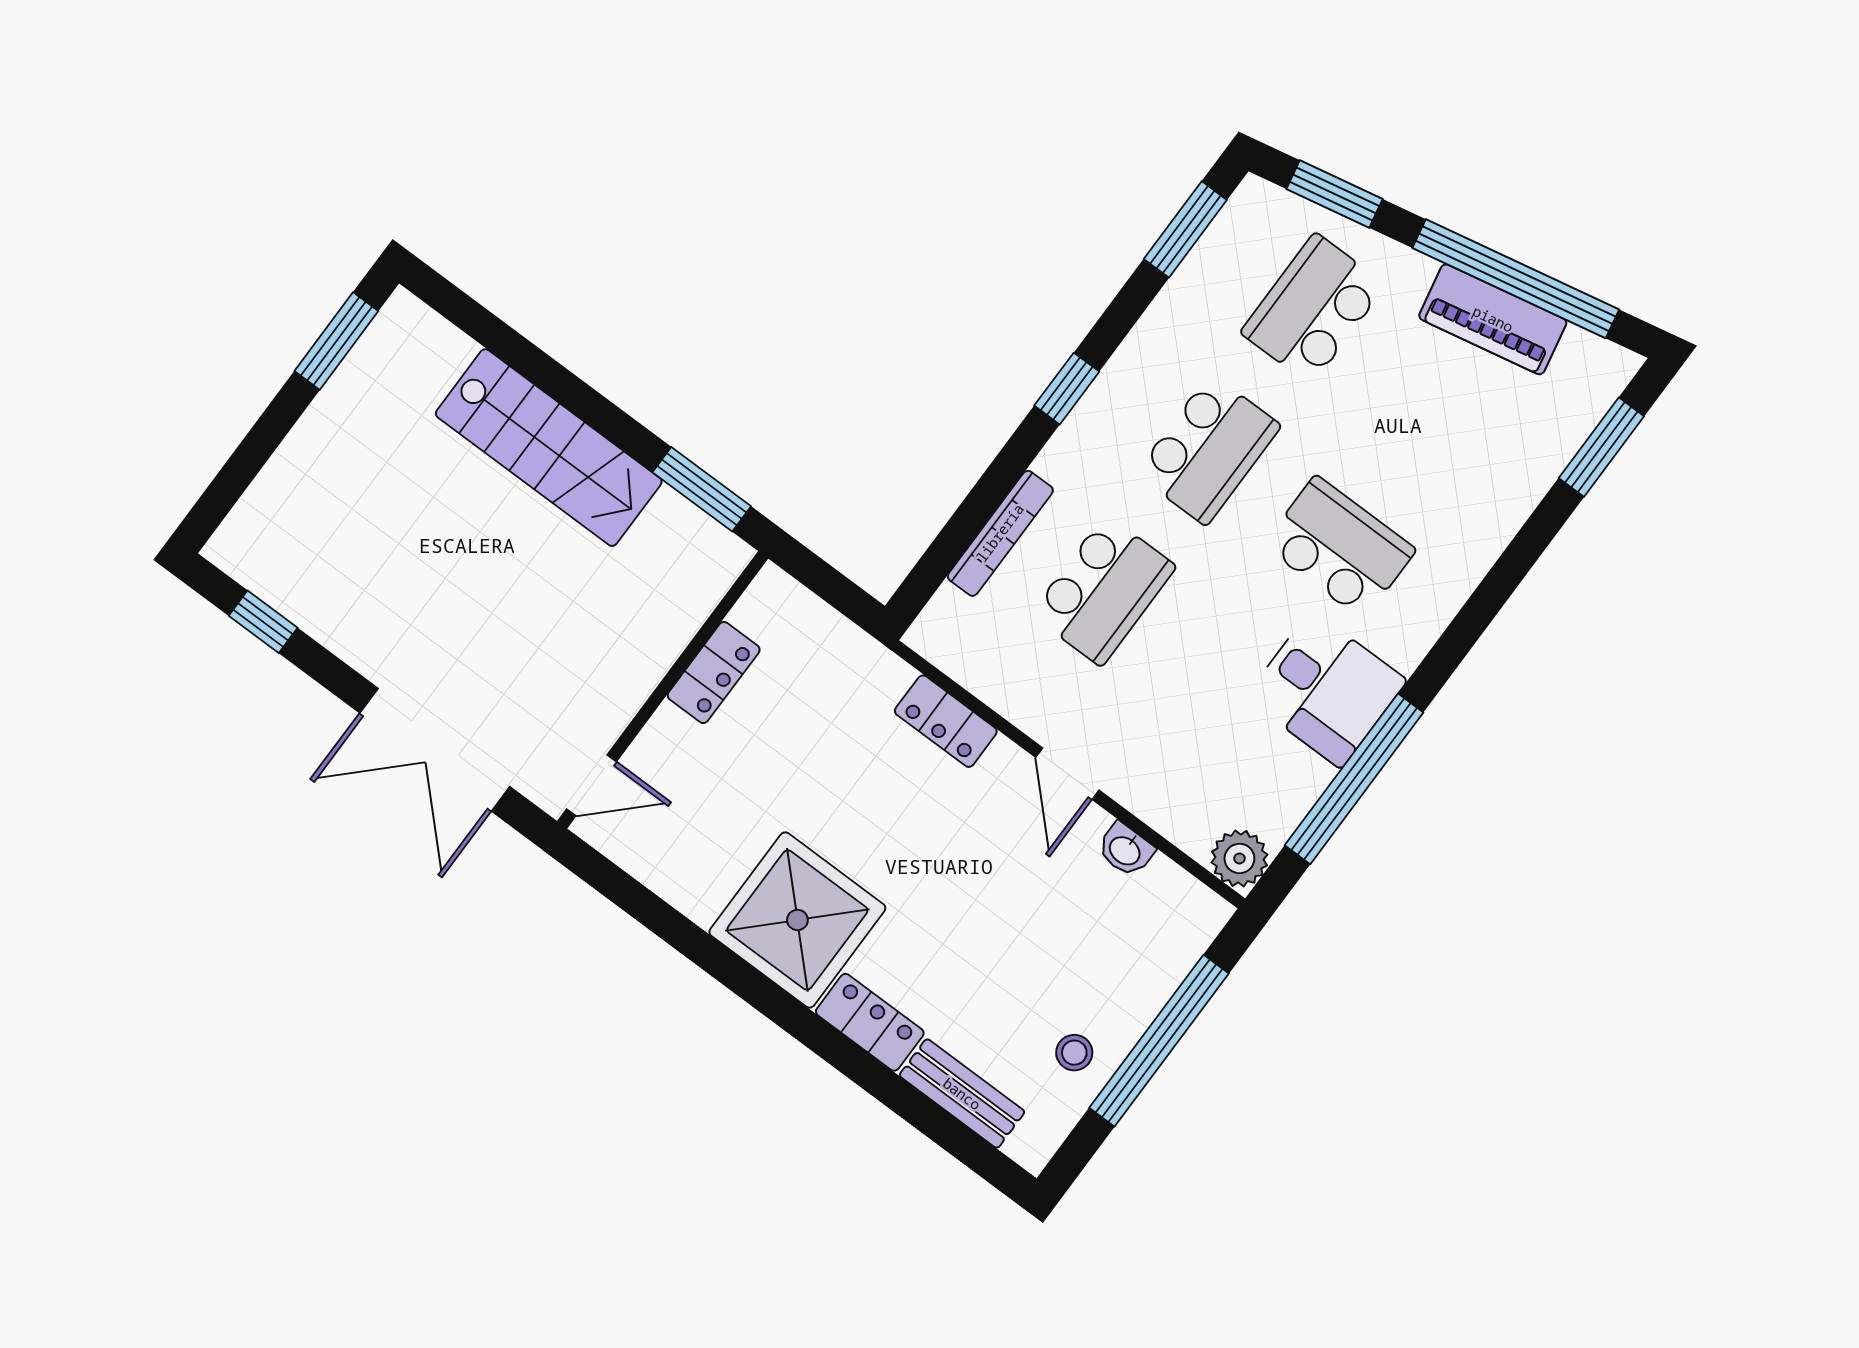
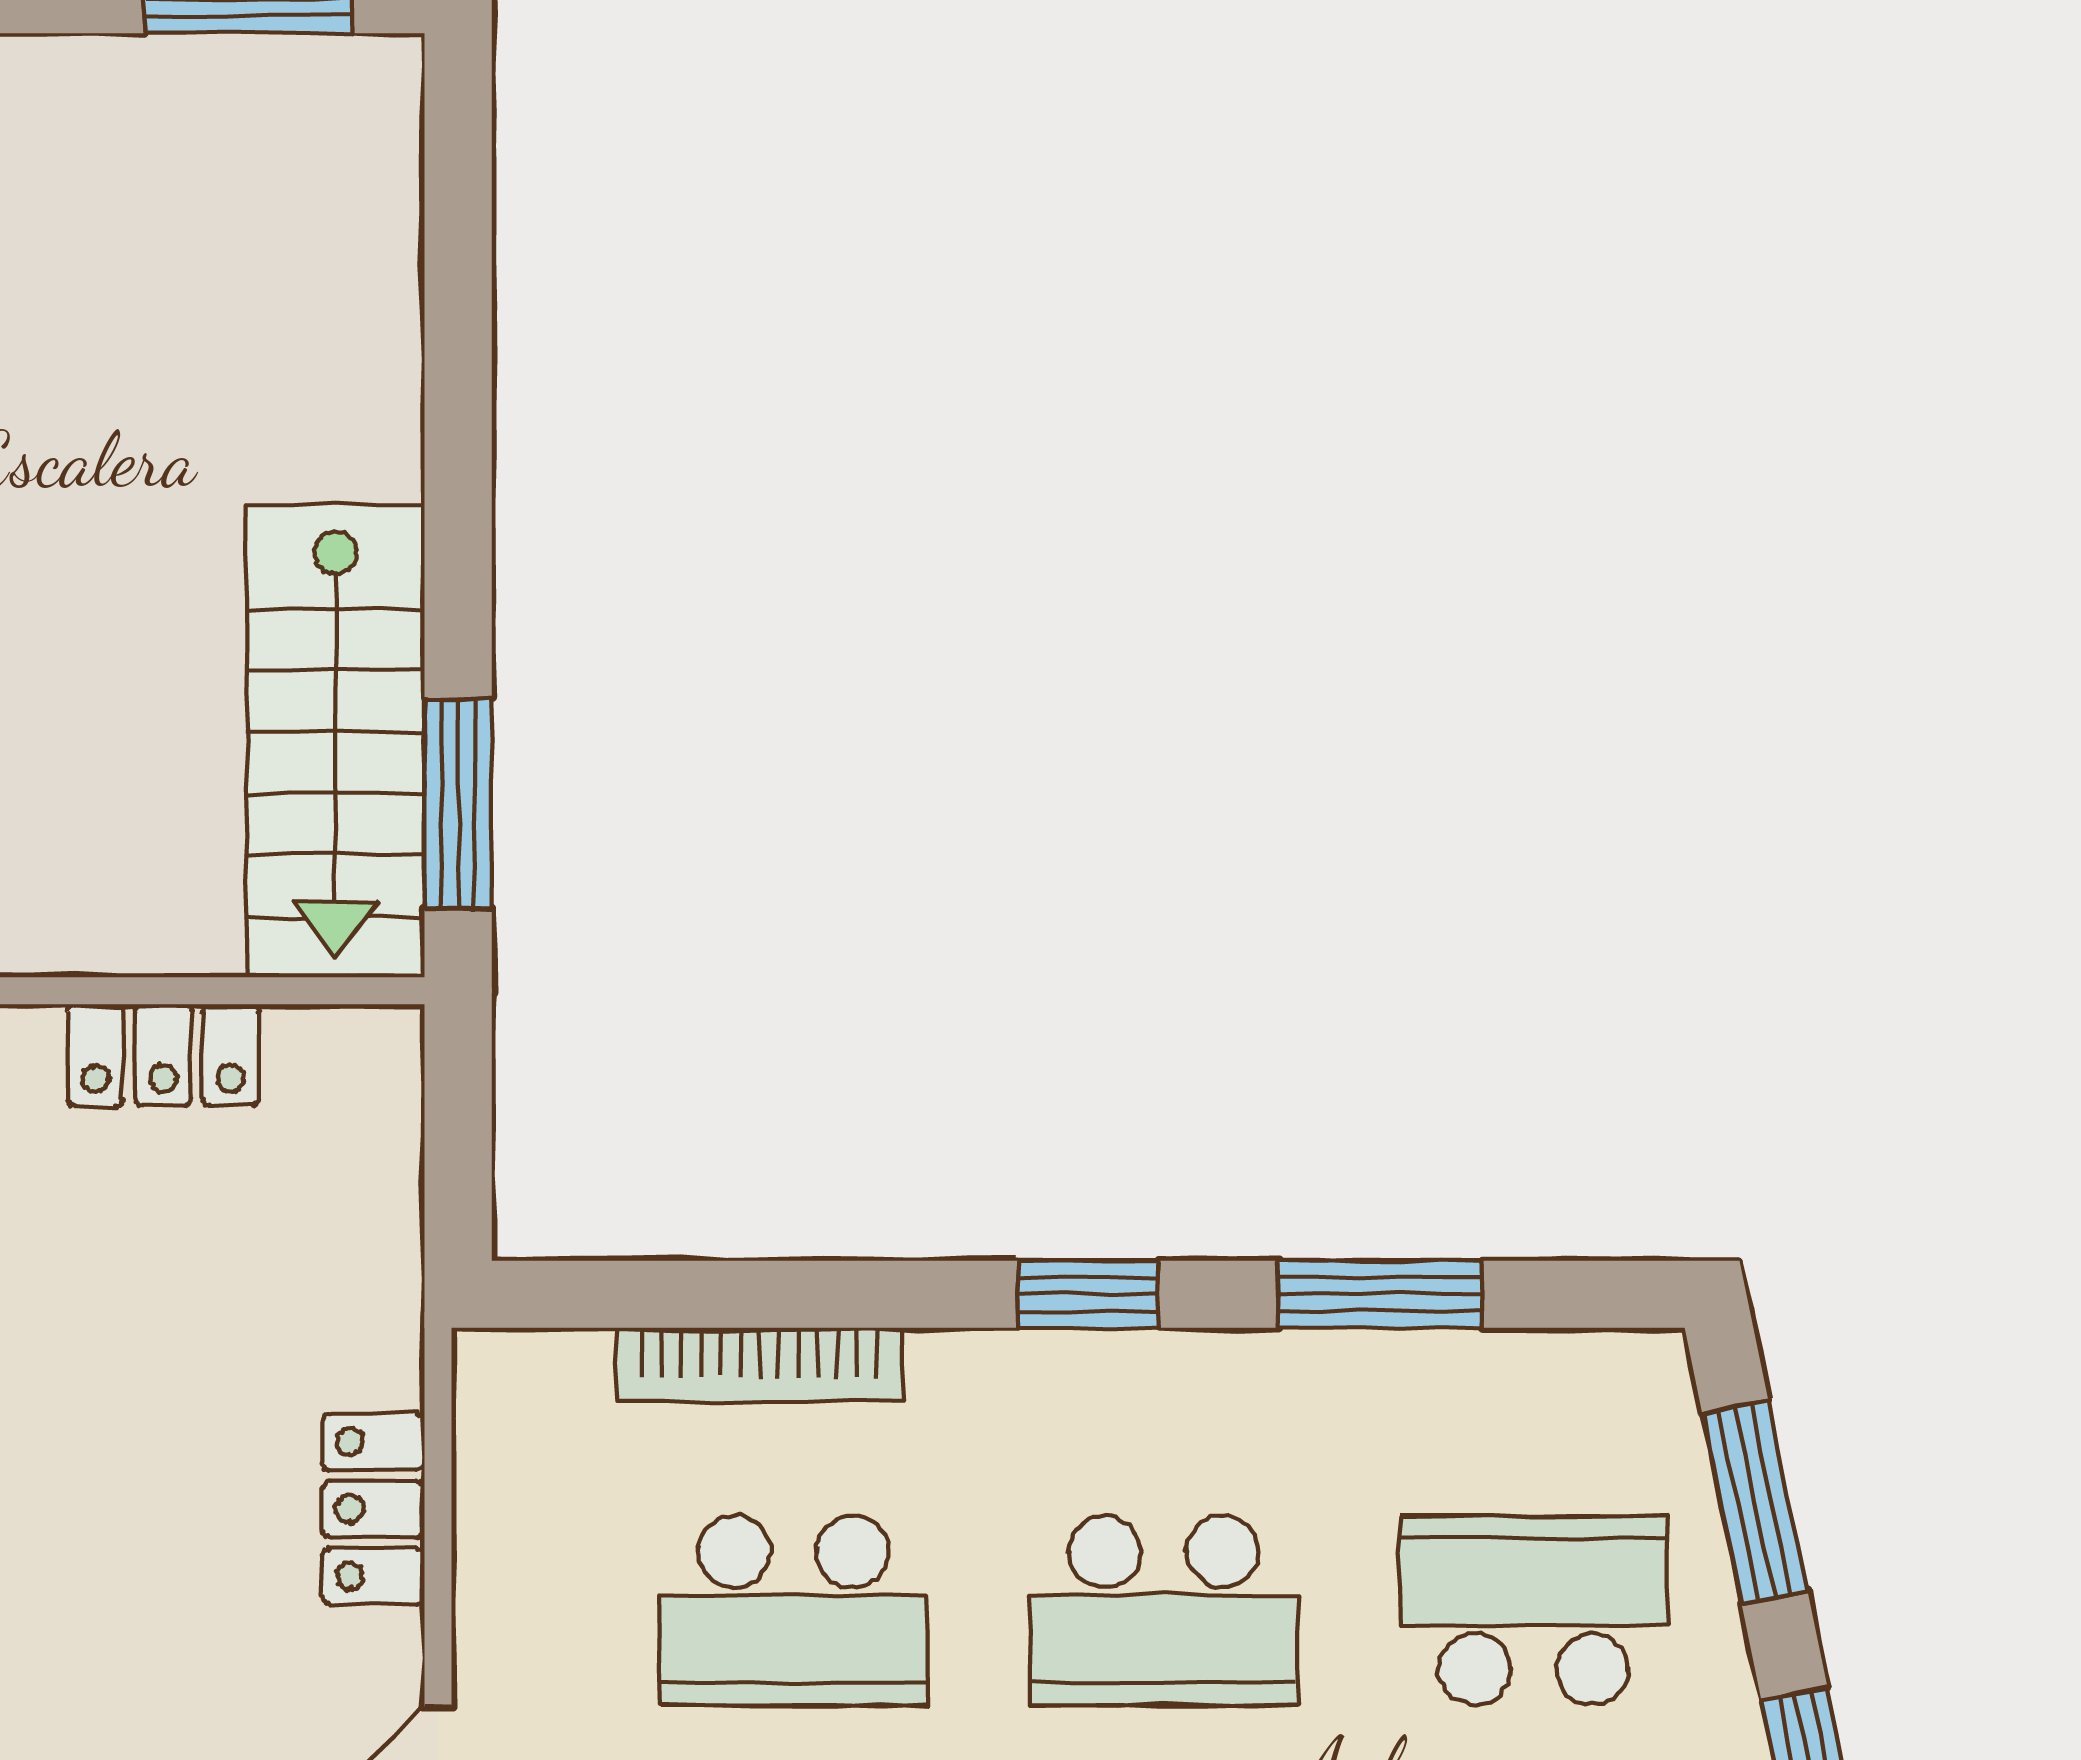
window: (1185, 229) -> (1380, 1294), moved
stairs: (549, 448) -> (336, 741), moved

